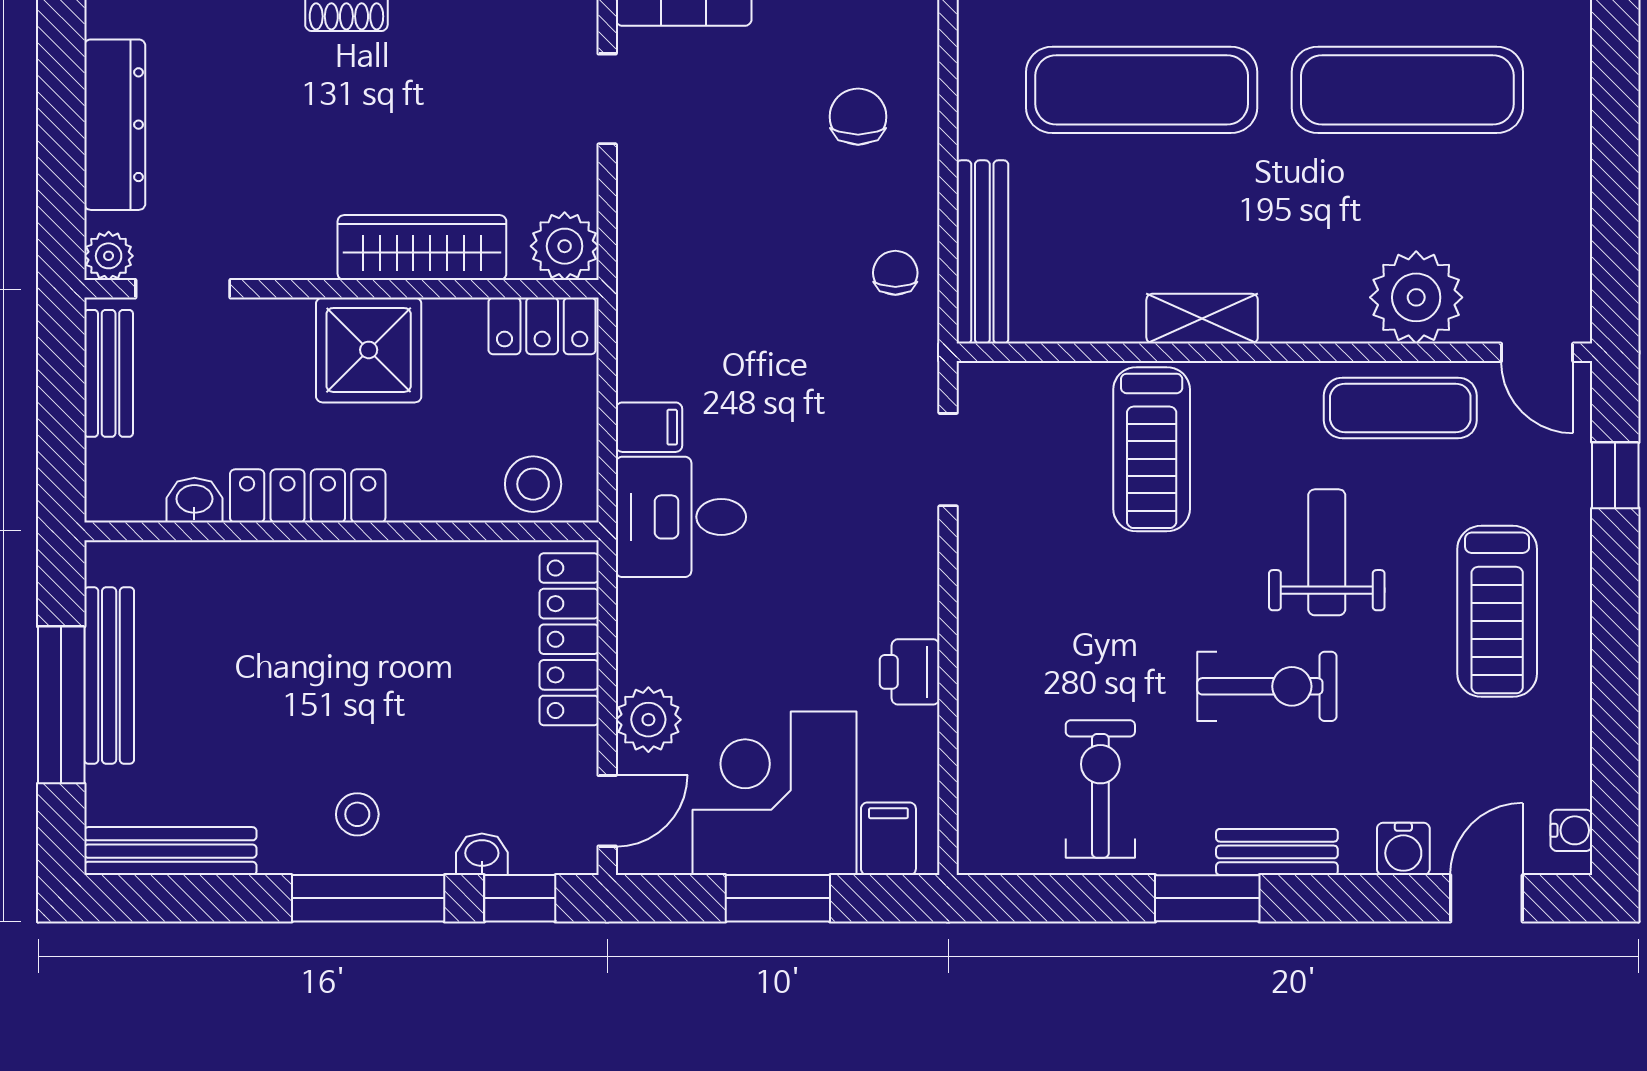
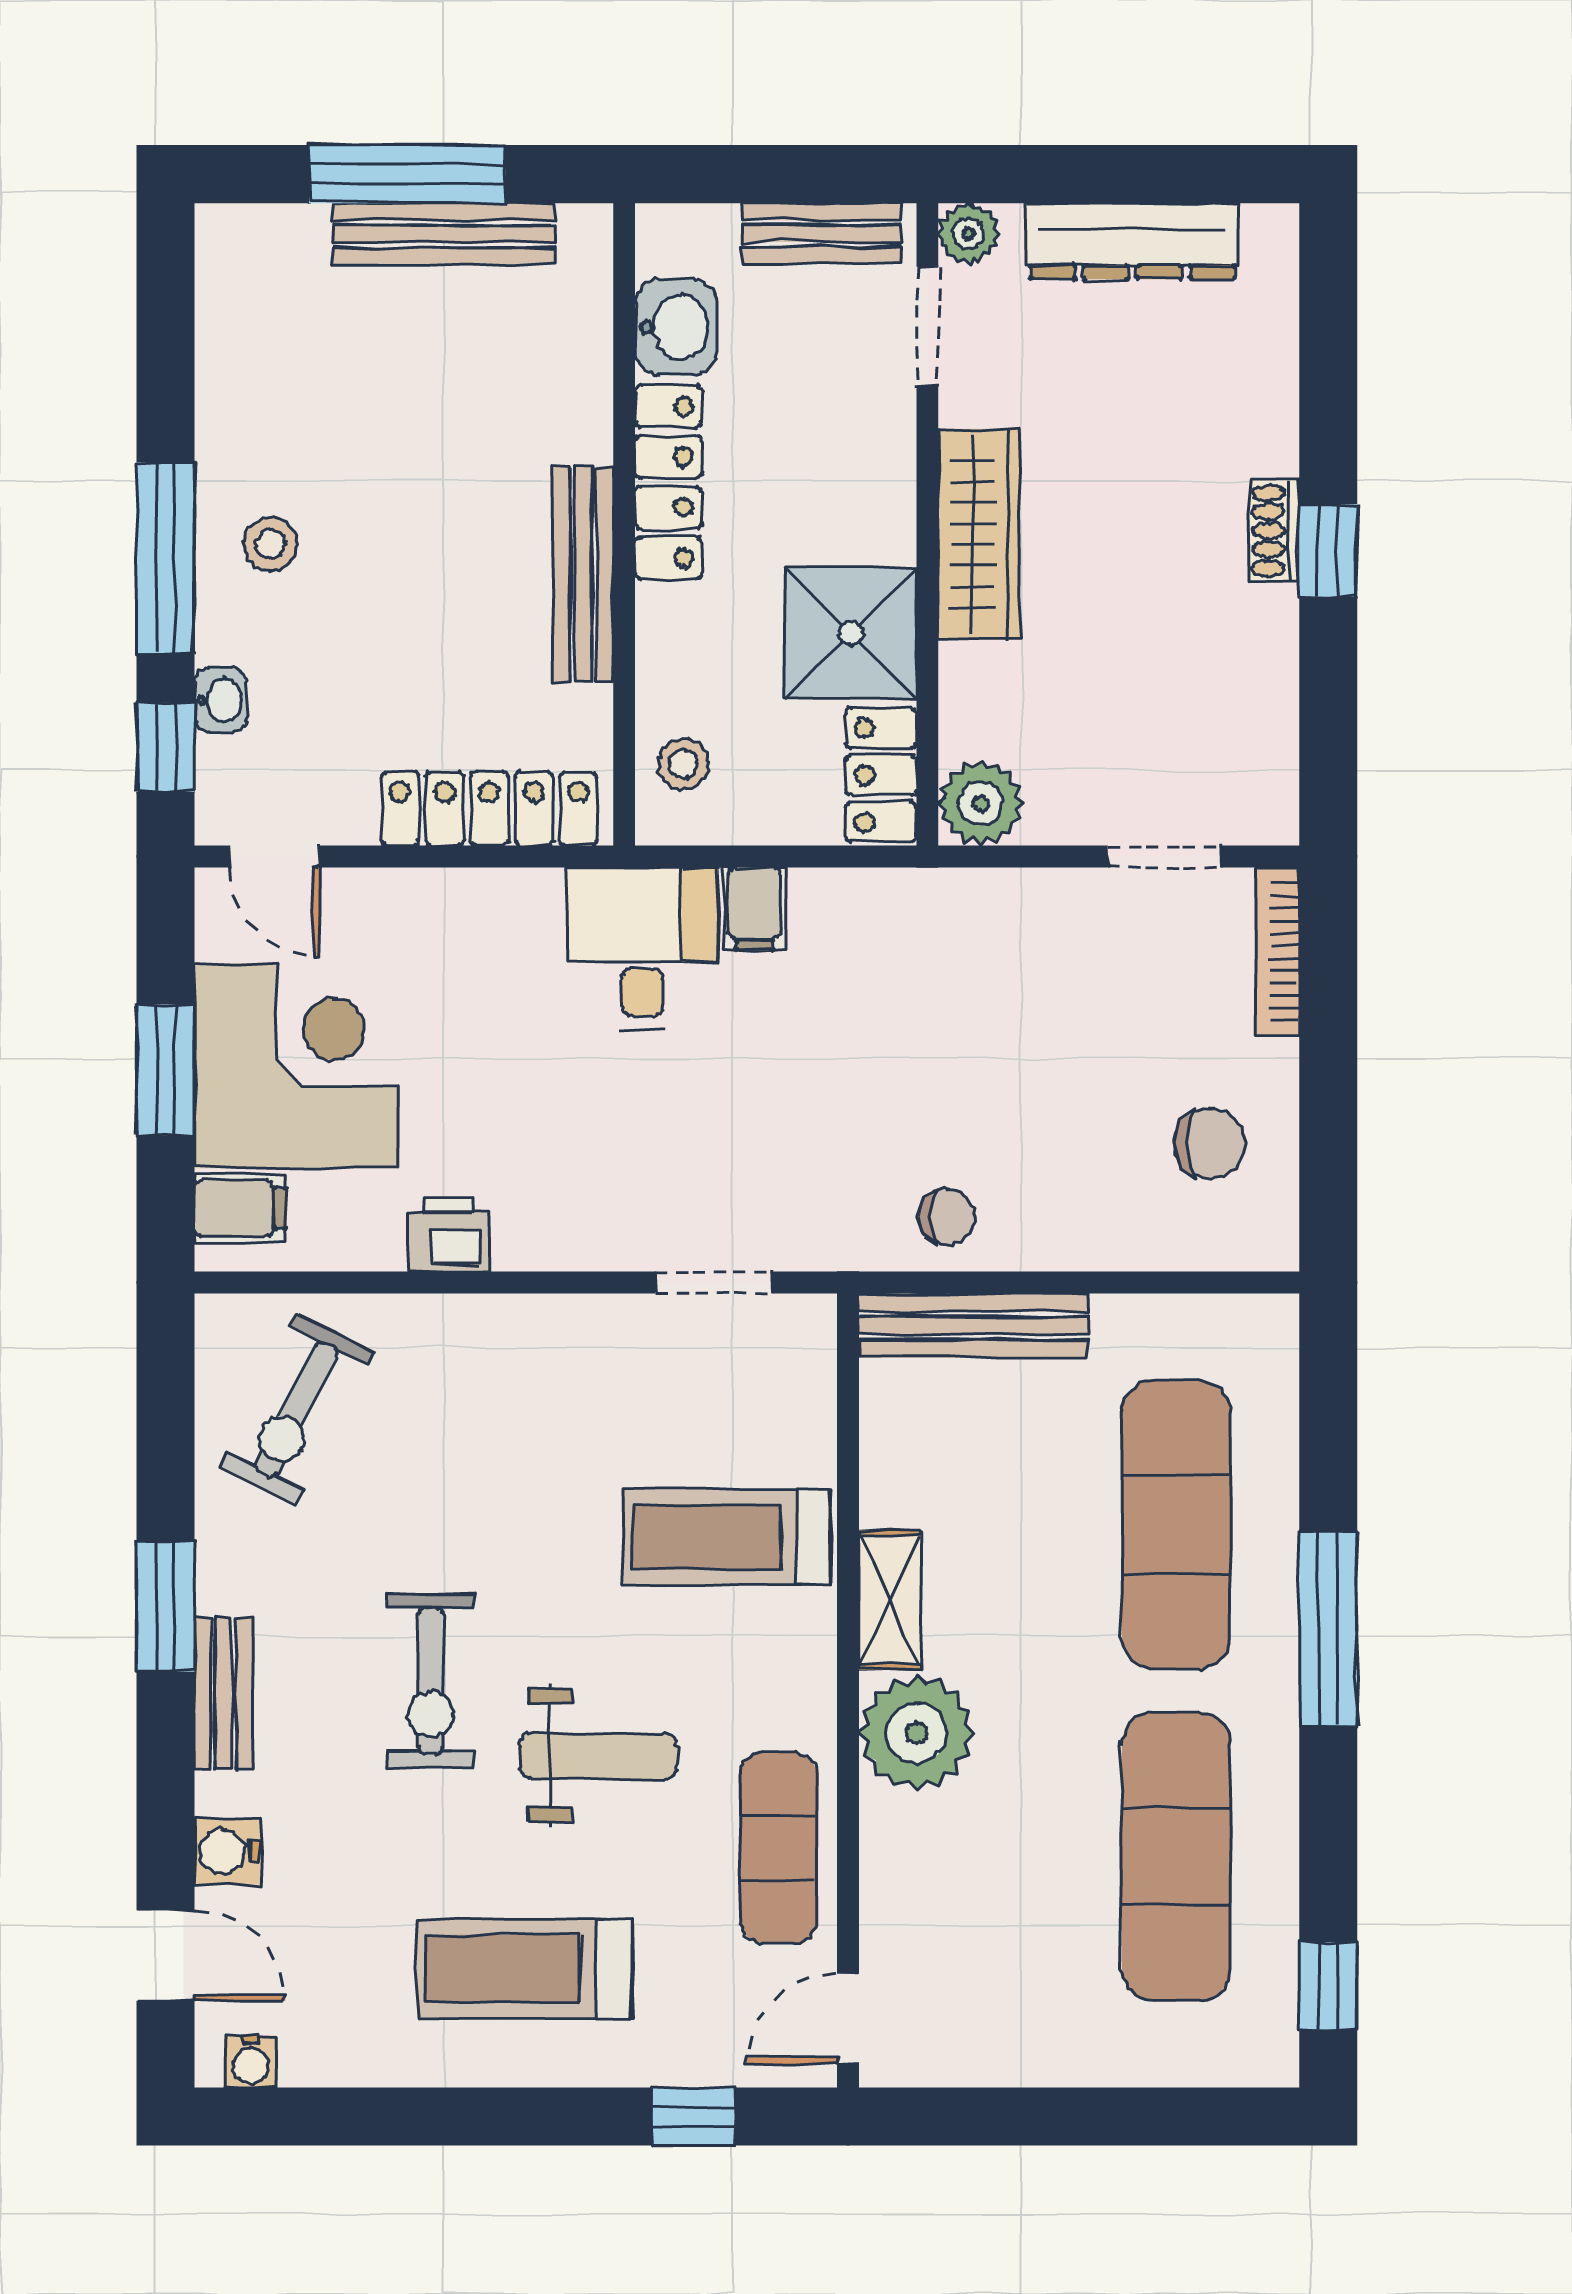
chair: (858, 117) -> (1209, 1144), moved
wardrobe: (422, 248) -> (979, 534), moved
plant: (1416, 297) -> (917, 1733), moved
shower: (369, 350) -> (851, 633), moved
stool: (533, 484) -> (683, 764), width x0.73, depth x0.73
washbasin: (194, 500) -> (676, 327), width x1.38, depth x1.45
plant: (648, 720) -> (389, 908), removed
exercise bike: (1100, 789) -> (296, 1410), moved, turned 117
bench: (170, 851) -> (583, 574), moved

